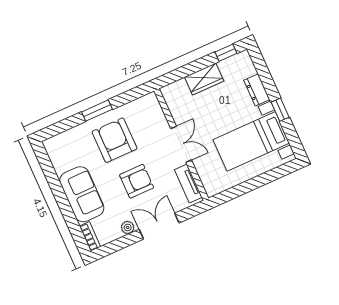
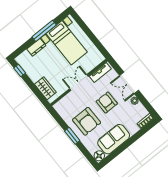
wardrobe: (204, 79) -> (45, 88), moved
window: (280, 110) -> (44, 31), width x2.17
armchair: (115, 140) -> (87, 121), turned -90
floor lamp: (53, 146) -> (99, 156), added
sofa: (82, 194) -> (114, 139), moved

